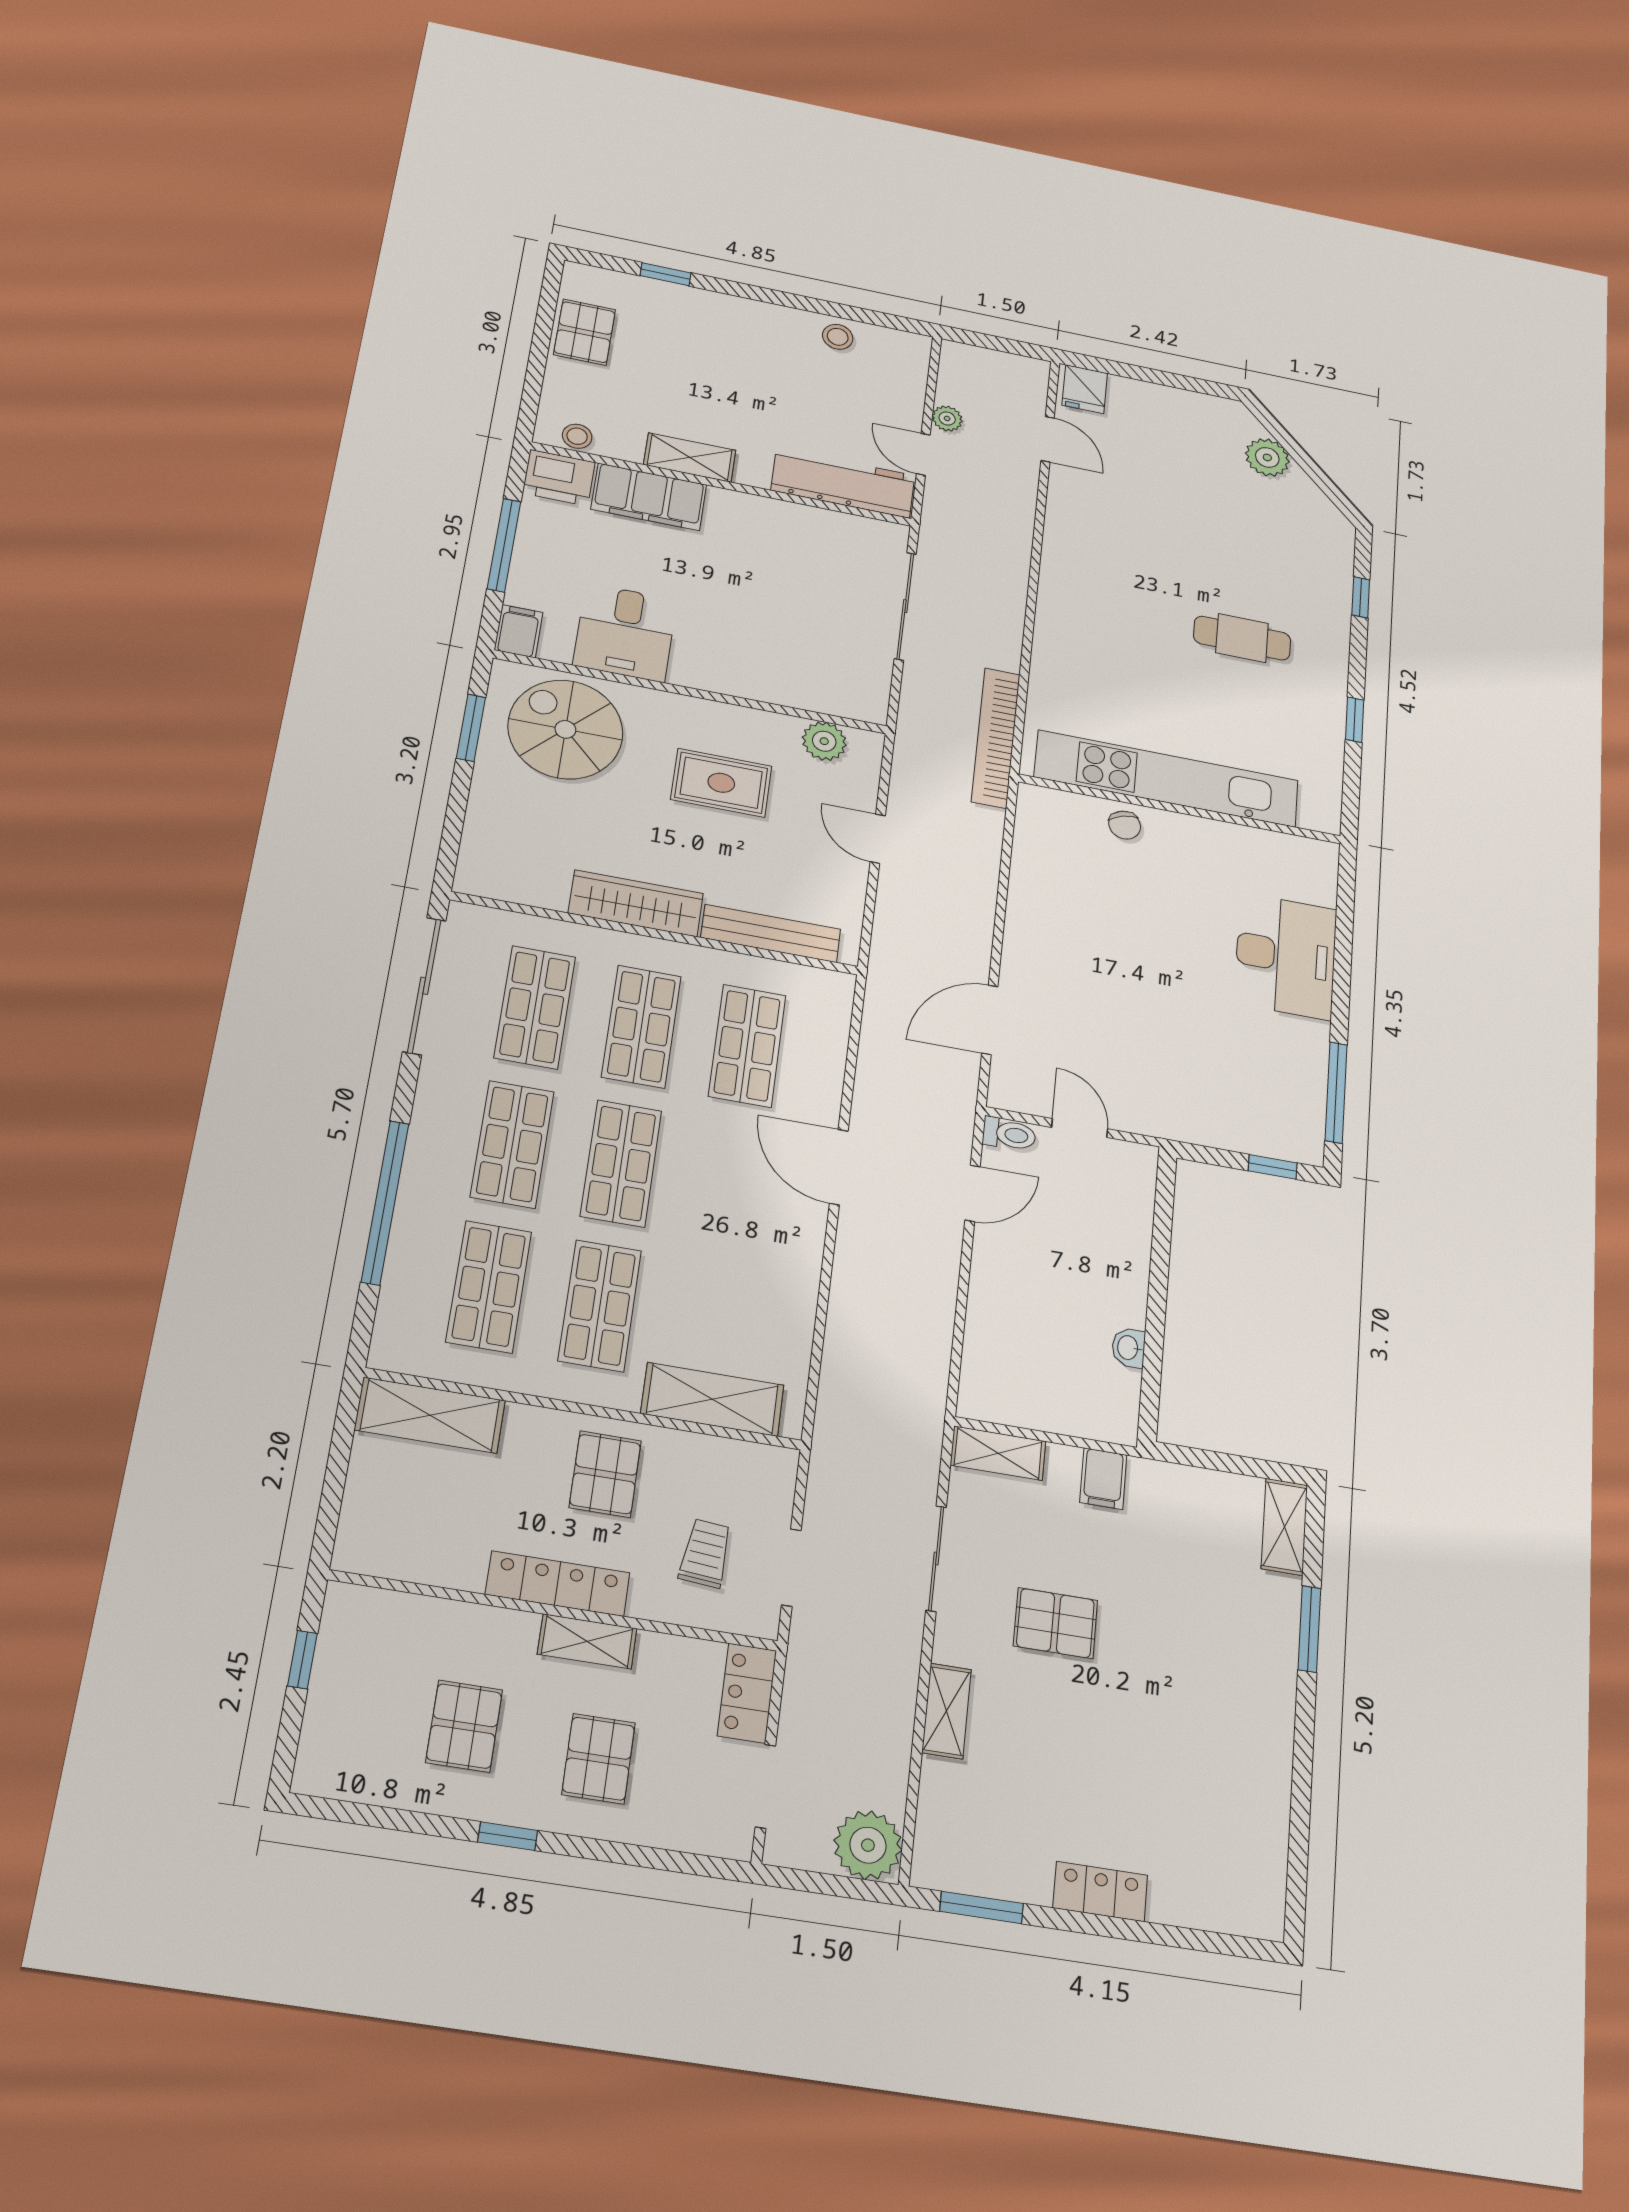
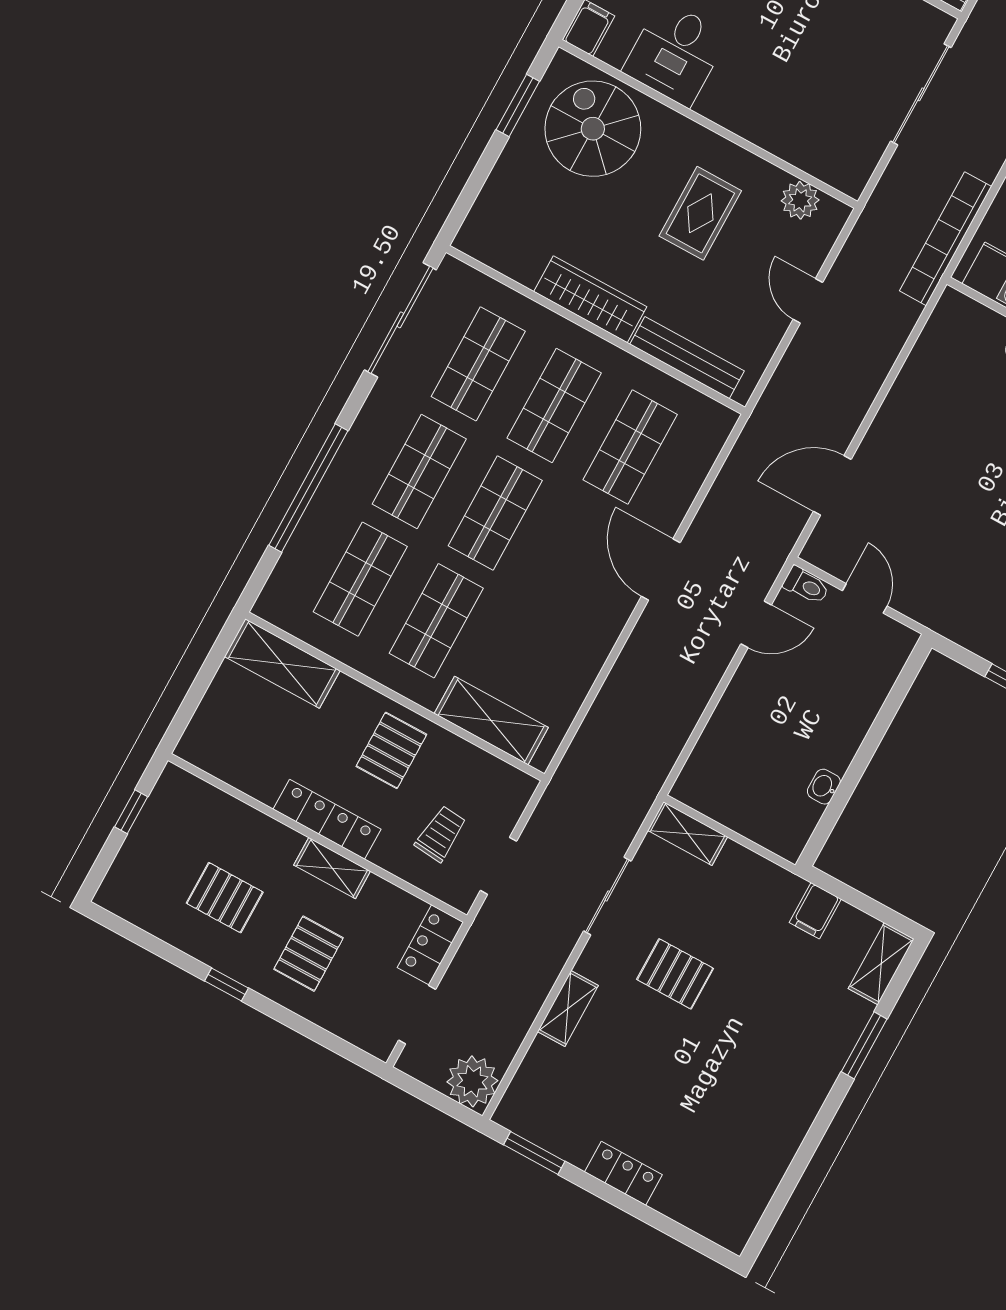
rug: (721, 783) -> (700, 213), turned 90
filing cabinet: (1103, 1479) -> (815, 911), moved
pallet: (464, 1726) -> (225, 898), turned 90

